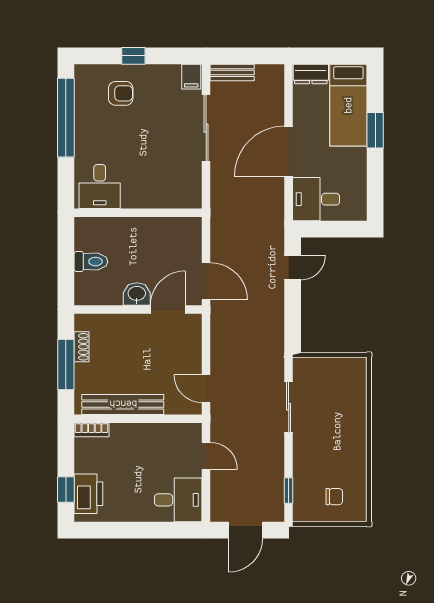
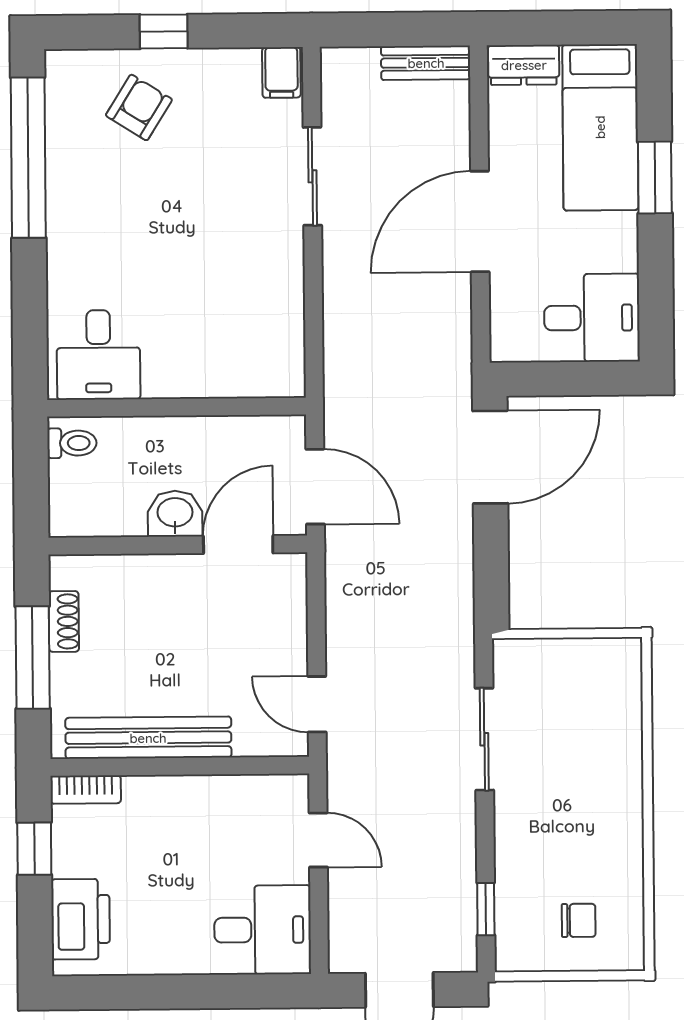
bench: (232, 73) -> (426, 63), moved
armchair: (121, 93) -> (139, 107), turned -58
sliding door: (206, 128) -> (312, 176), width x0.73
desk: (100, 186) -> (98, 355), moved
desk: (316, 199) -> (592, 318), moved, turned 180
wall: (138, 213) -> (177, 407), moved
toilet: (91, 262) -> (72, 443), width x0.73, depth x0.72
door: (293, 268) -> (490, 457), width x1.87
window: (66, 489) -> (34, 849), moved

